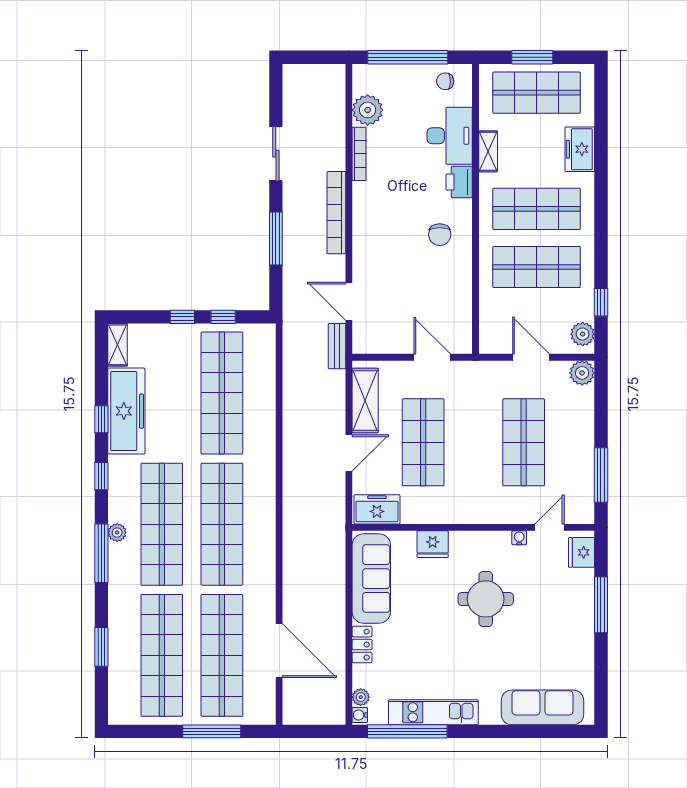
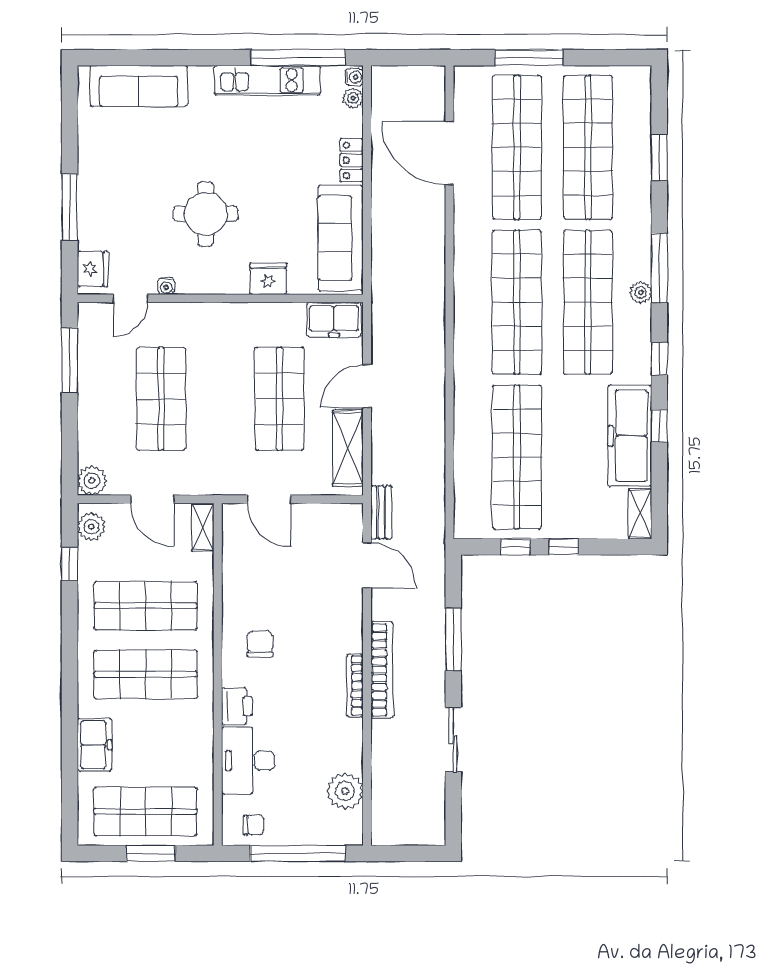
shelving: (488, 151) -> (203, 527), moved
bookcase: (359, 154) -> (355, 686), moved

